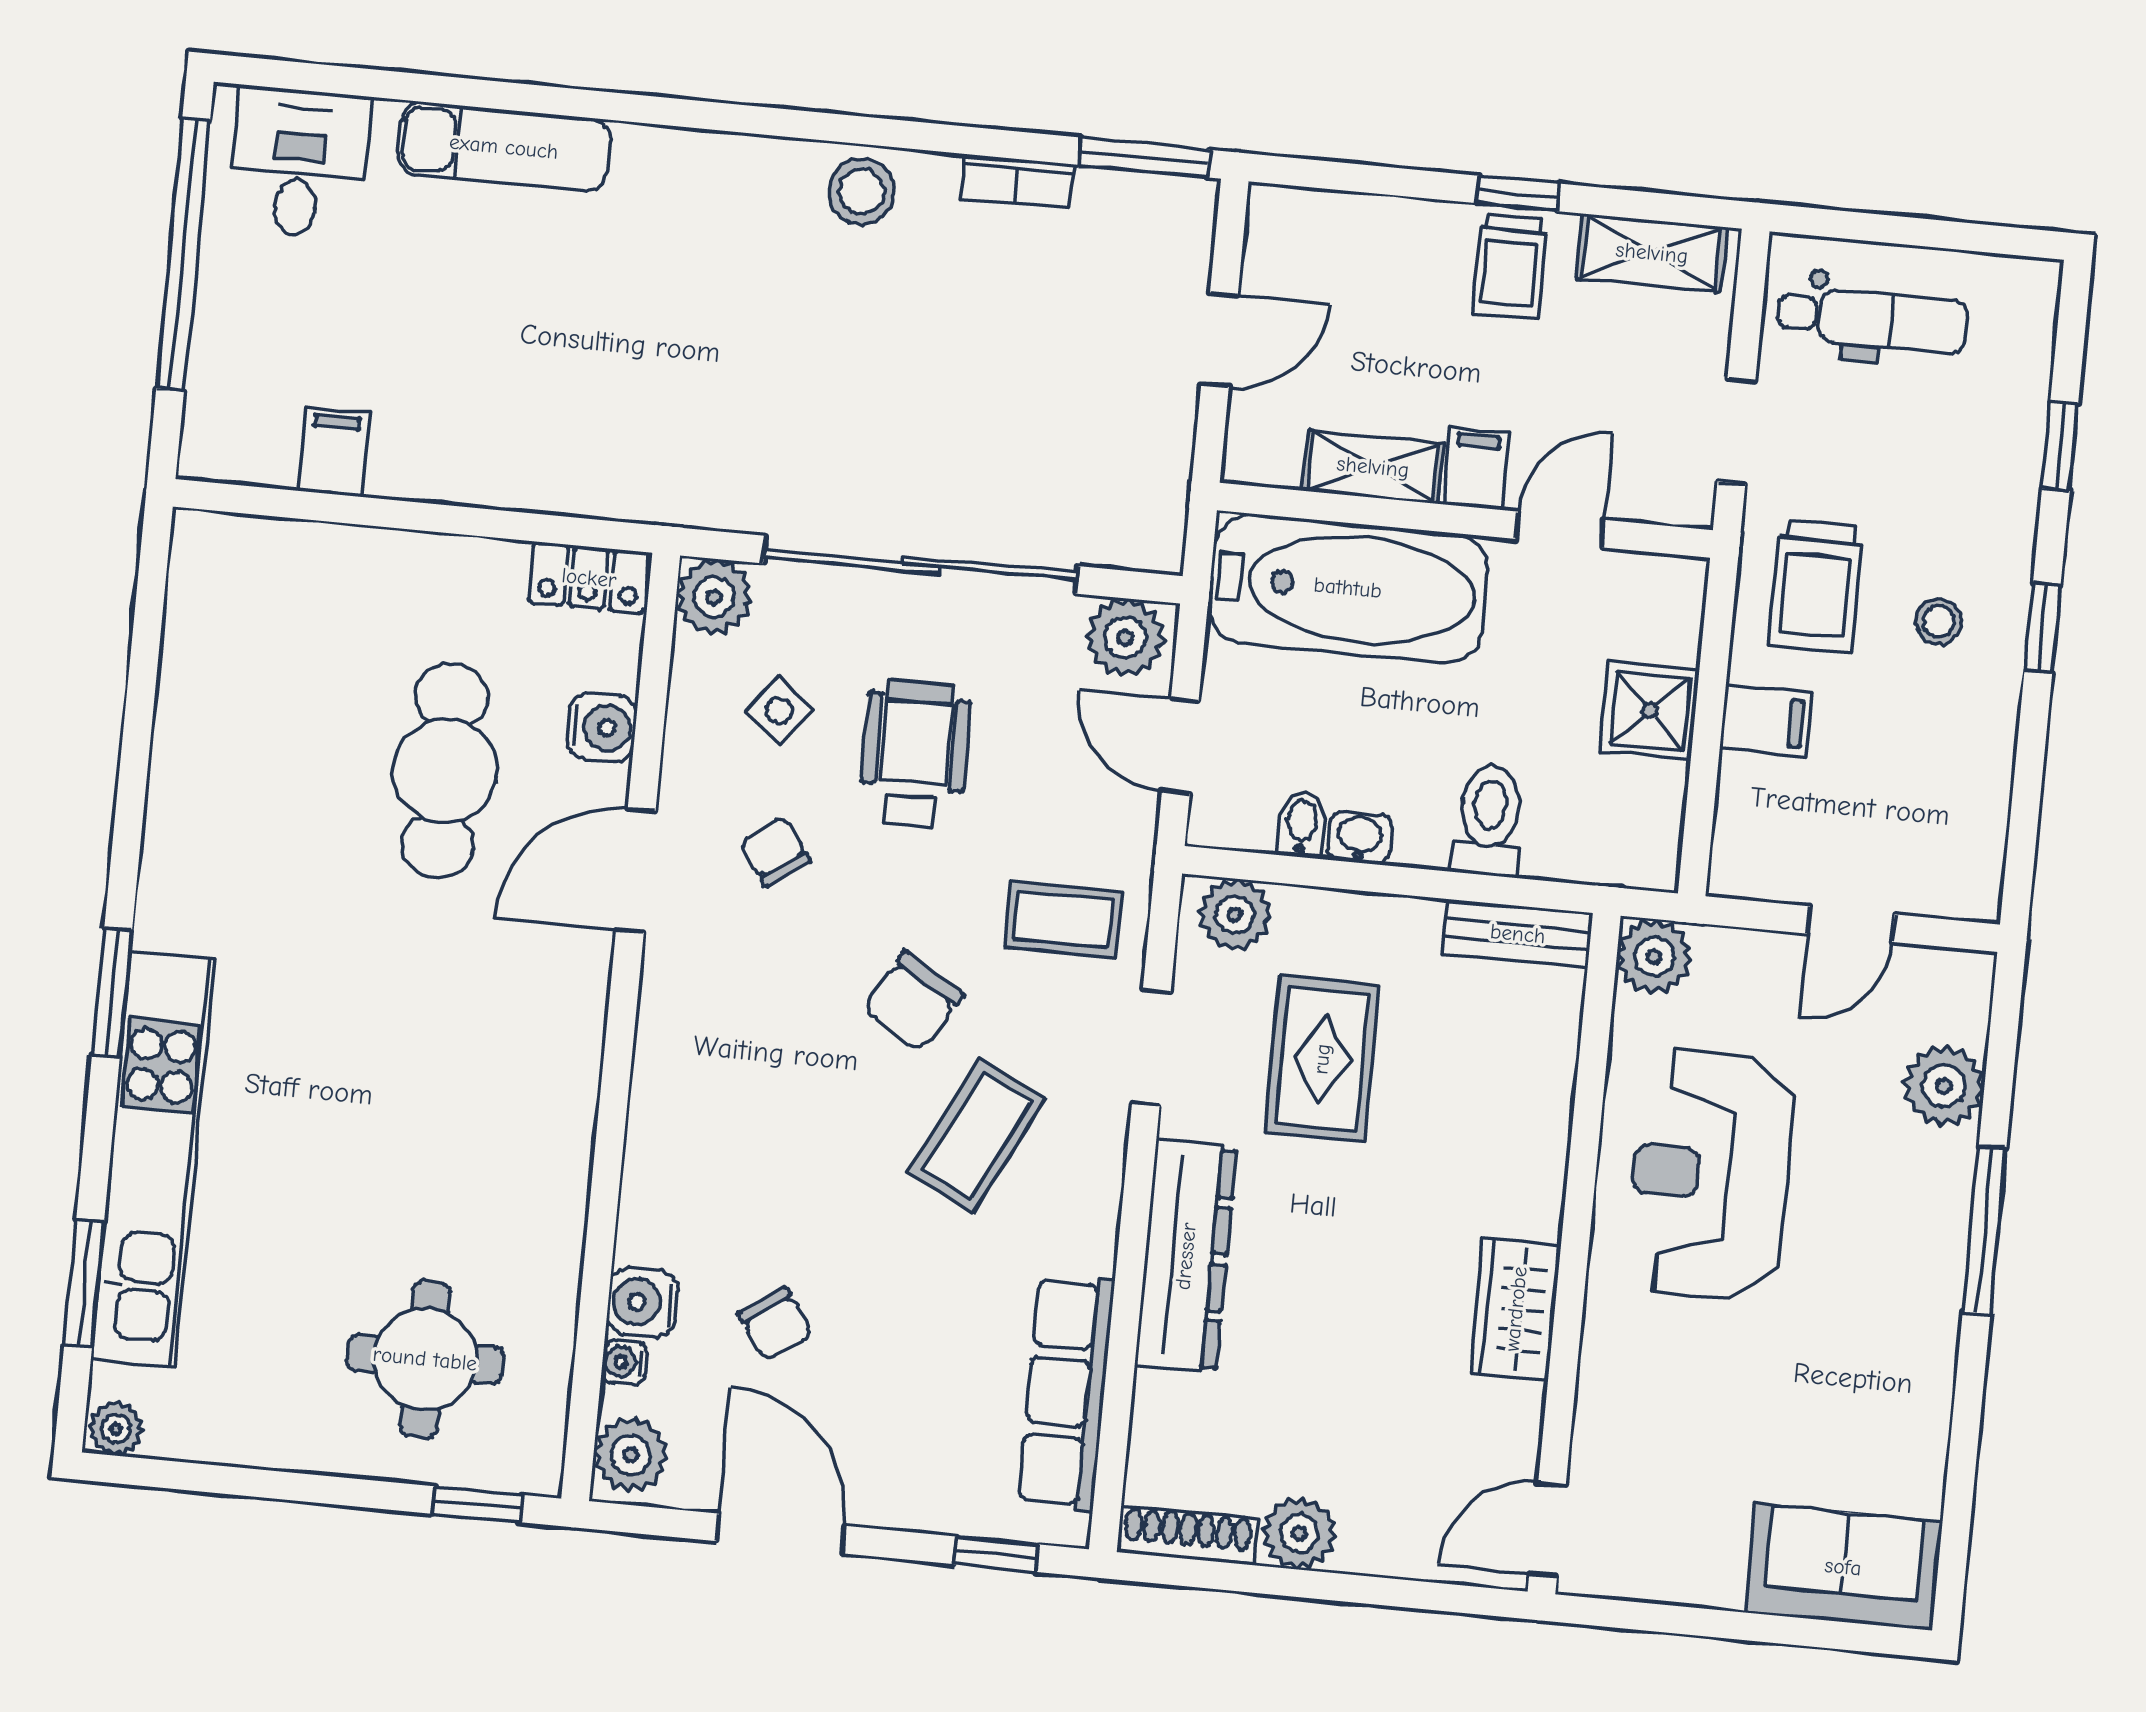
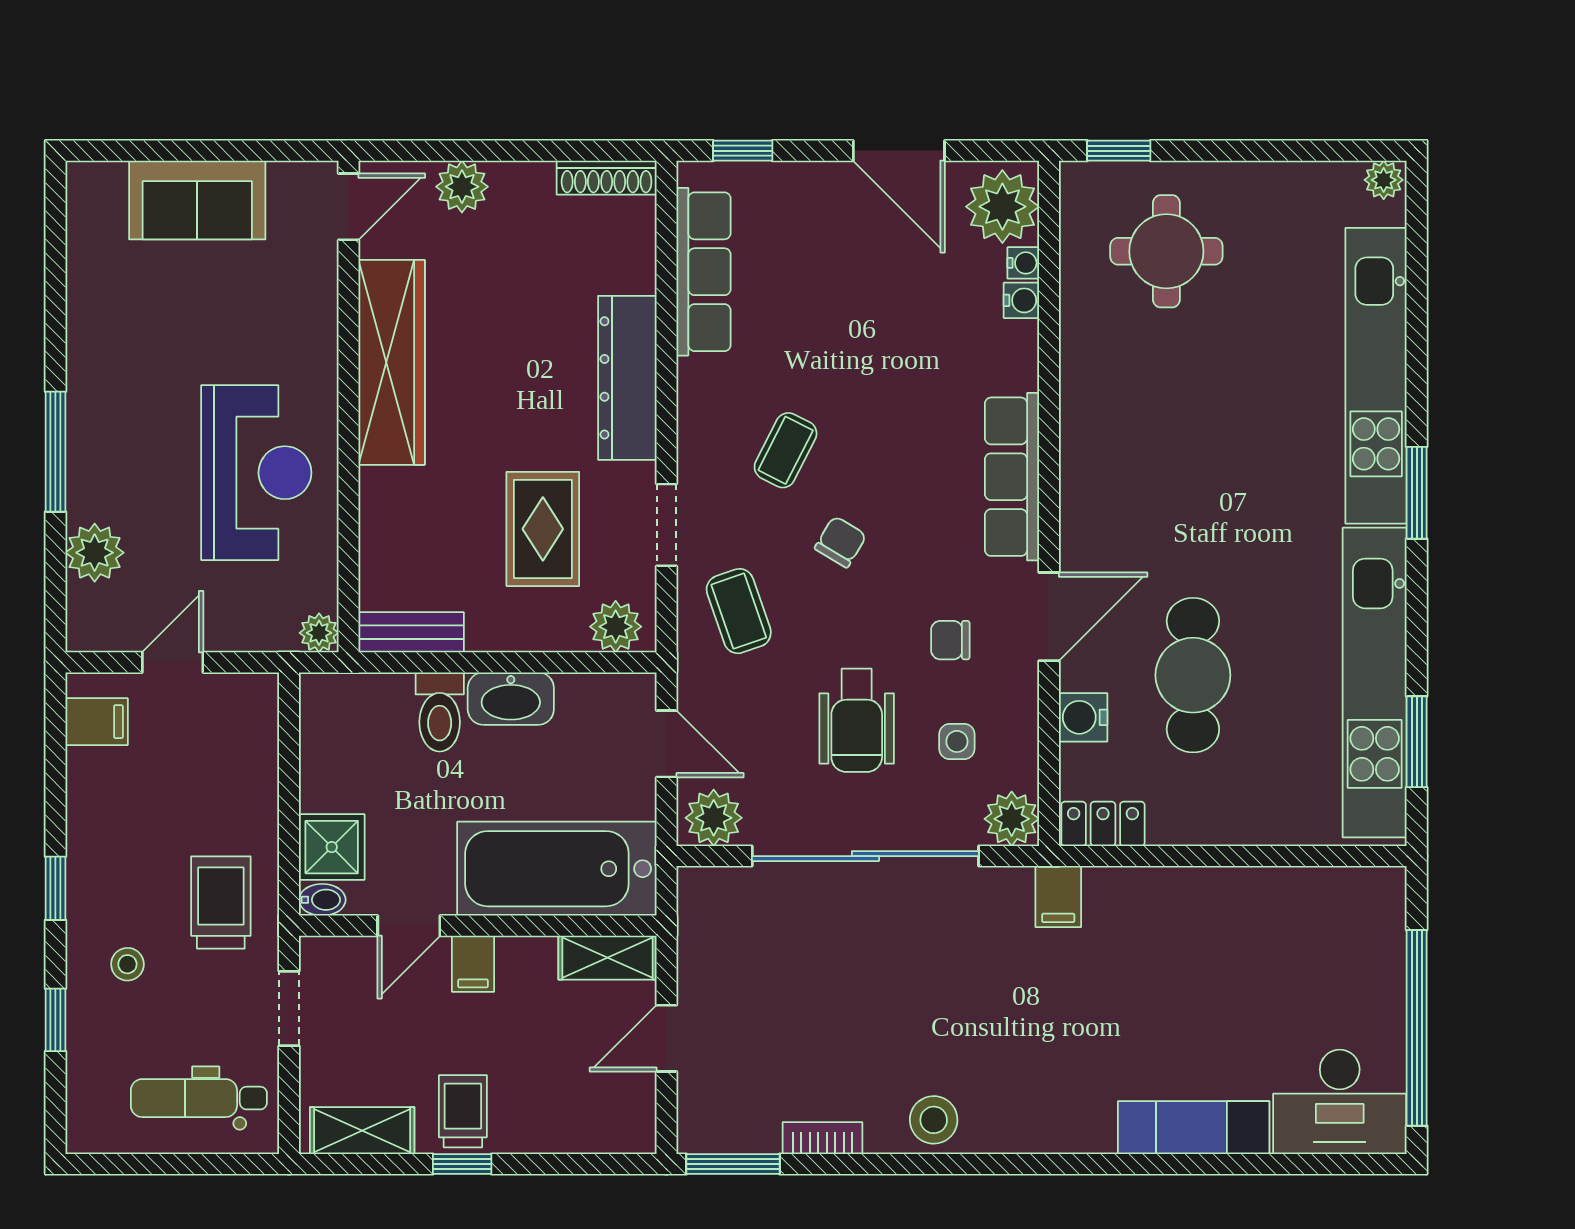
desk: (299, 163) -> (1340, 1102), width x1.37
filing cabinet: (334, 452) -> (1058, 897), moved
shelving: (1373, 467) -> (608, 958), moved
stool: (1939, 621) -> (127, 964), moved
shower: (1650, 710) -> (332, 847), moved
side table: (779, 711) -> (957, 741), turned -38
filing cabinet: (1766, 721) -> (97, 722), moved, turned 180
kitchen unit: (195, 736) -> (1375, 683), added
bidet: (1302, 825) -> (322, 900), moved, turned -90
washbasin: (1360, 838) -> (511, 699), width x1.91, depth x1.45
chair: (775, 851) -> (950, 640), turned 126
coffee table: (1063, 920) -> (739, 611), turned 71
plant: (1654, 956) -> (319, 633), width x0.73, depth x0.73
chair: (913, 1002) -> (841, 542), width x0.73, depth x0.73
row of seats: (668, 1069) -> (1012, 477), added
coffee table: (977, 1135) -> (786, 450), width x0.73, depth x0.77
window: (84, 1283) -> (1417, 742), moved
water cooler: (642, 1302) -> (1021, 300), width x0.72, depth x0.72
wardrobe: (1516, 1309) -> (392, 362), width x2.10, depth x1.17
chair: (775, 1324) -> (917, 301), removed
plant: (631, 1455) -> (1002, 207), width x1.36, depth x1.36
plant: (1299, 1533) -> (462, 187), moved
sofa: (1843, 1567) -> (197, 200), moved

